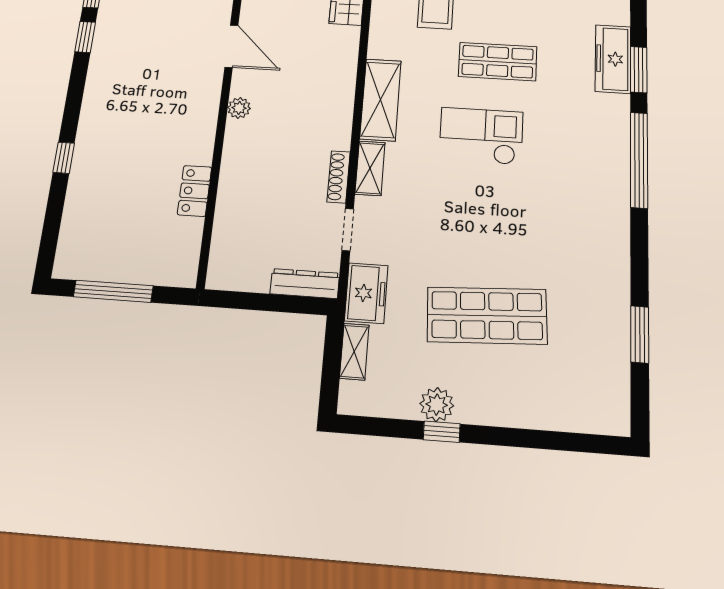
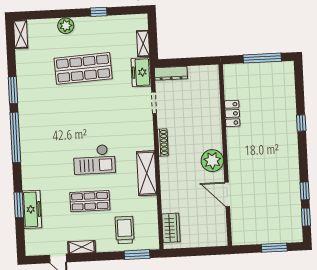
plant: (239, 108) -> (212, 161), width x1.88, depth x1.88
window: (639, 160) -> (15, 137), moved
shelving: (370, 168) -> (21, 34), moved
shoe rack: (339, 177) -> (163, 143), moved
window: (640, 334) -> (13, 90), moved
plant: (437, 405) -> (66, 26), moved

